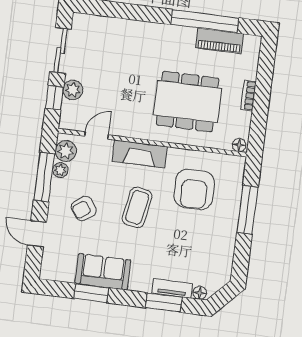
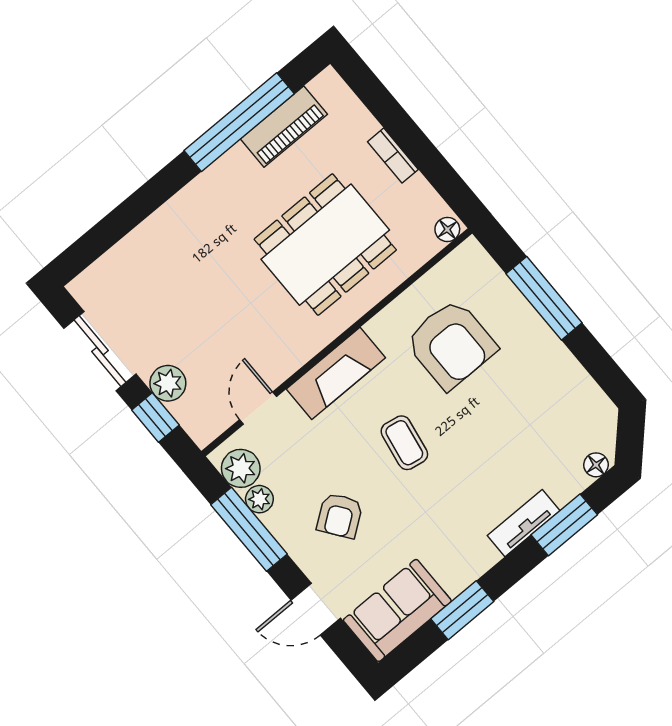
coffee table: (137, 207) -> (404, 443), width x0.73, depth x0.77
sofa: (103, 272) -> (397, 610), moved
tv unit: (172, 288) -> (524, 523), moved

